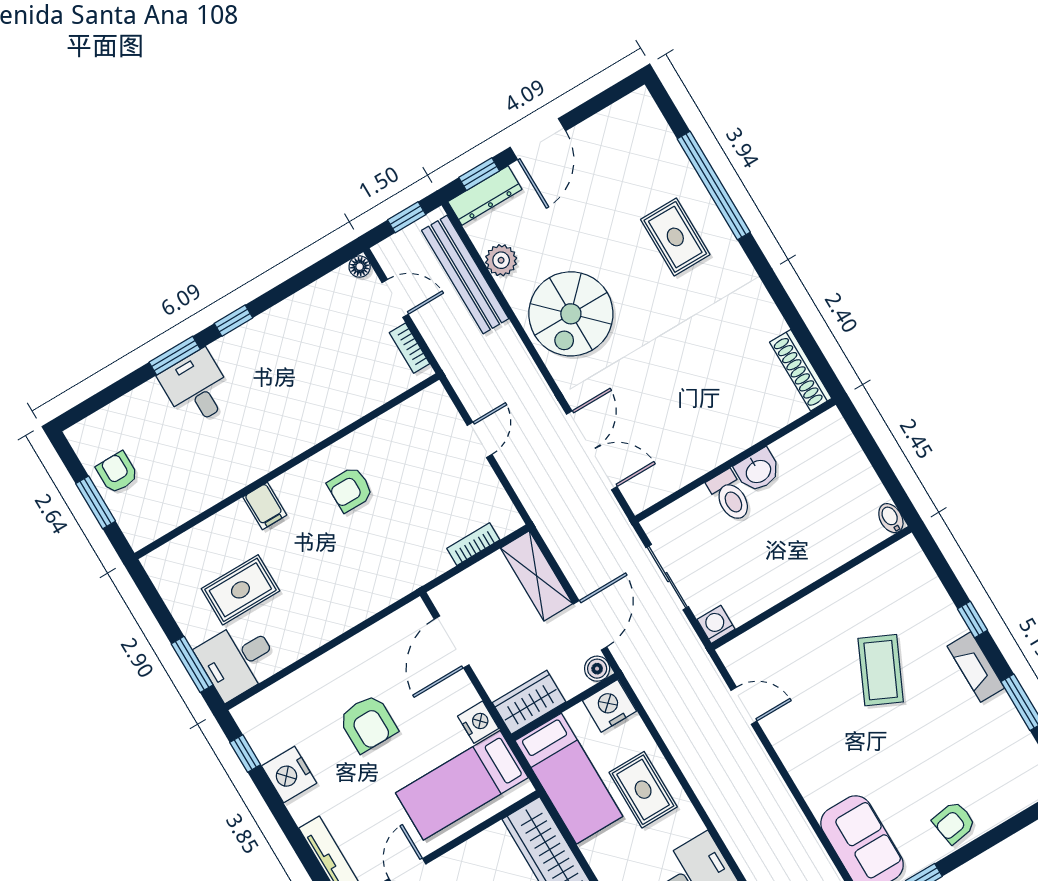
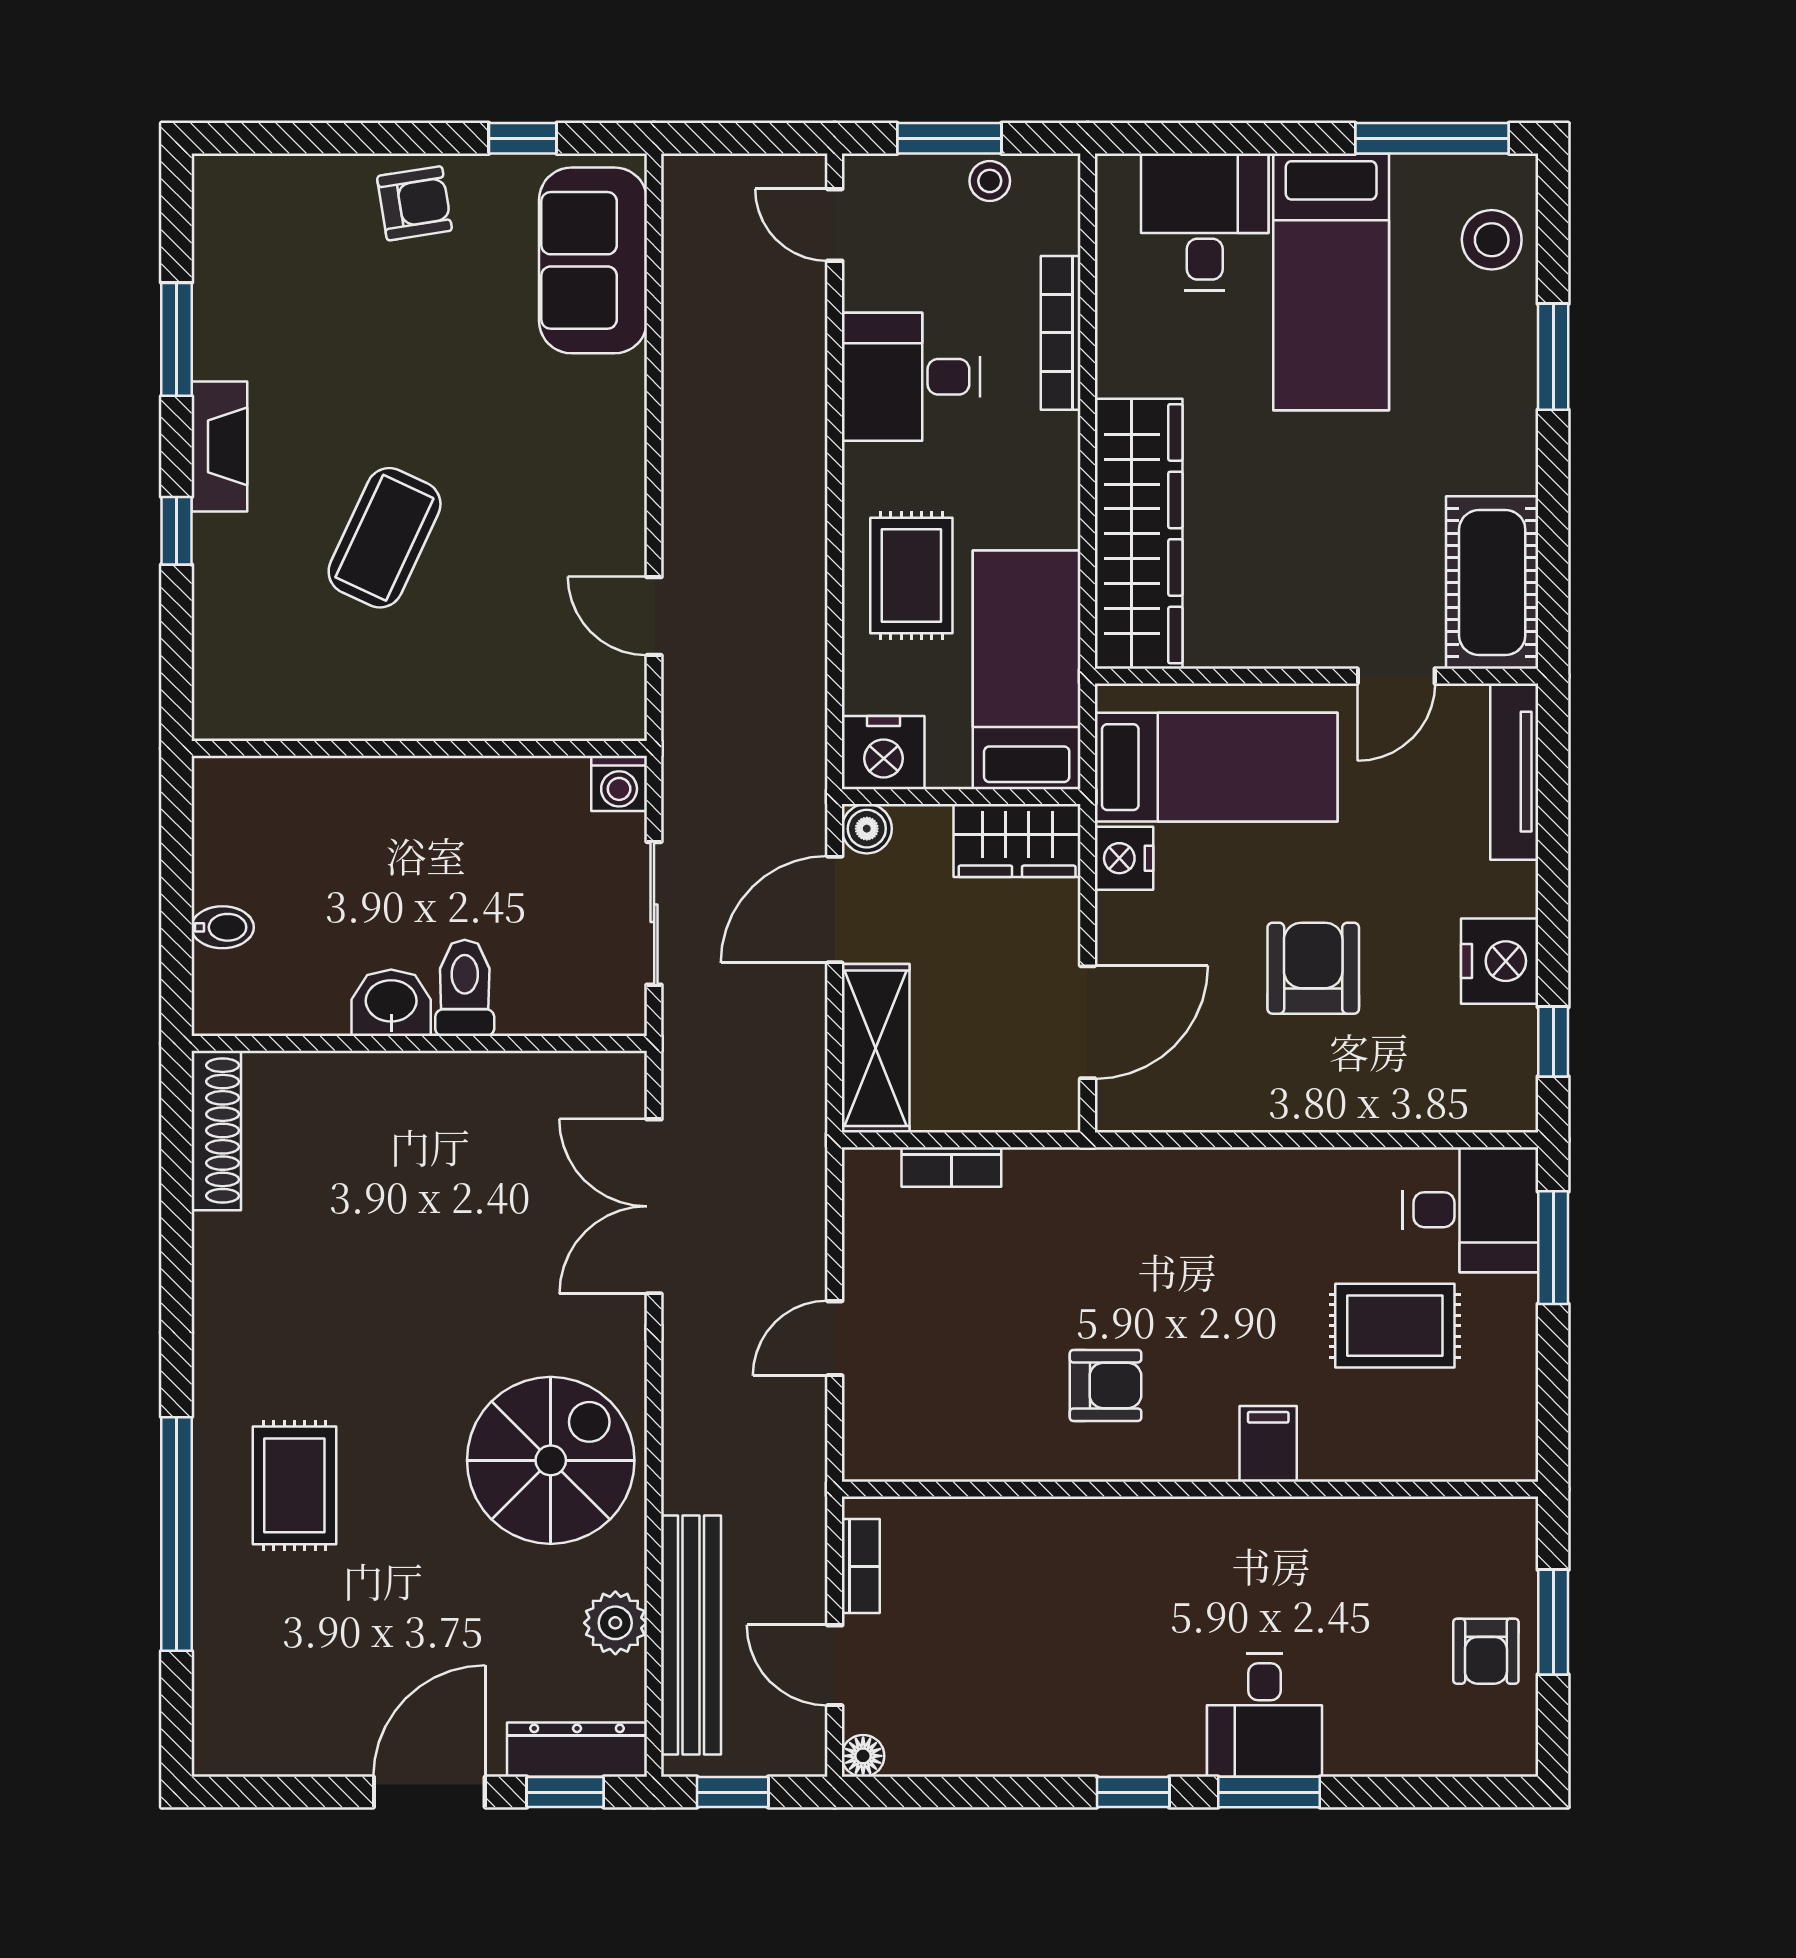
bidet: (891, 518) -> (223, 927), moved, turned -90

